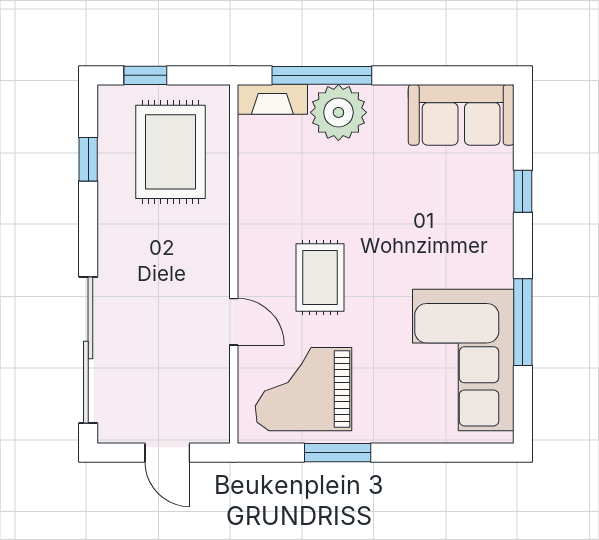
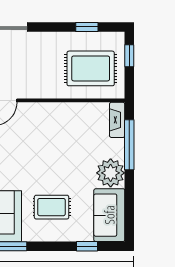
plant: (338, 112) -> (111, 173), moved
window: (523, 191) -> (87, 246), moved
rug: (320, 277) -> (52, 207), moved

